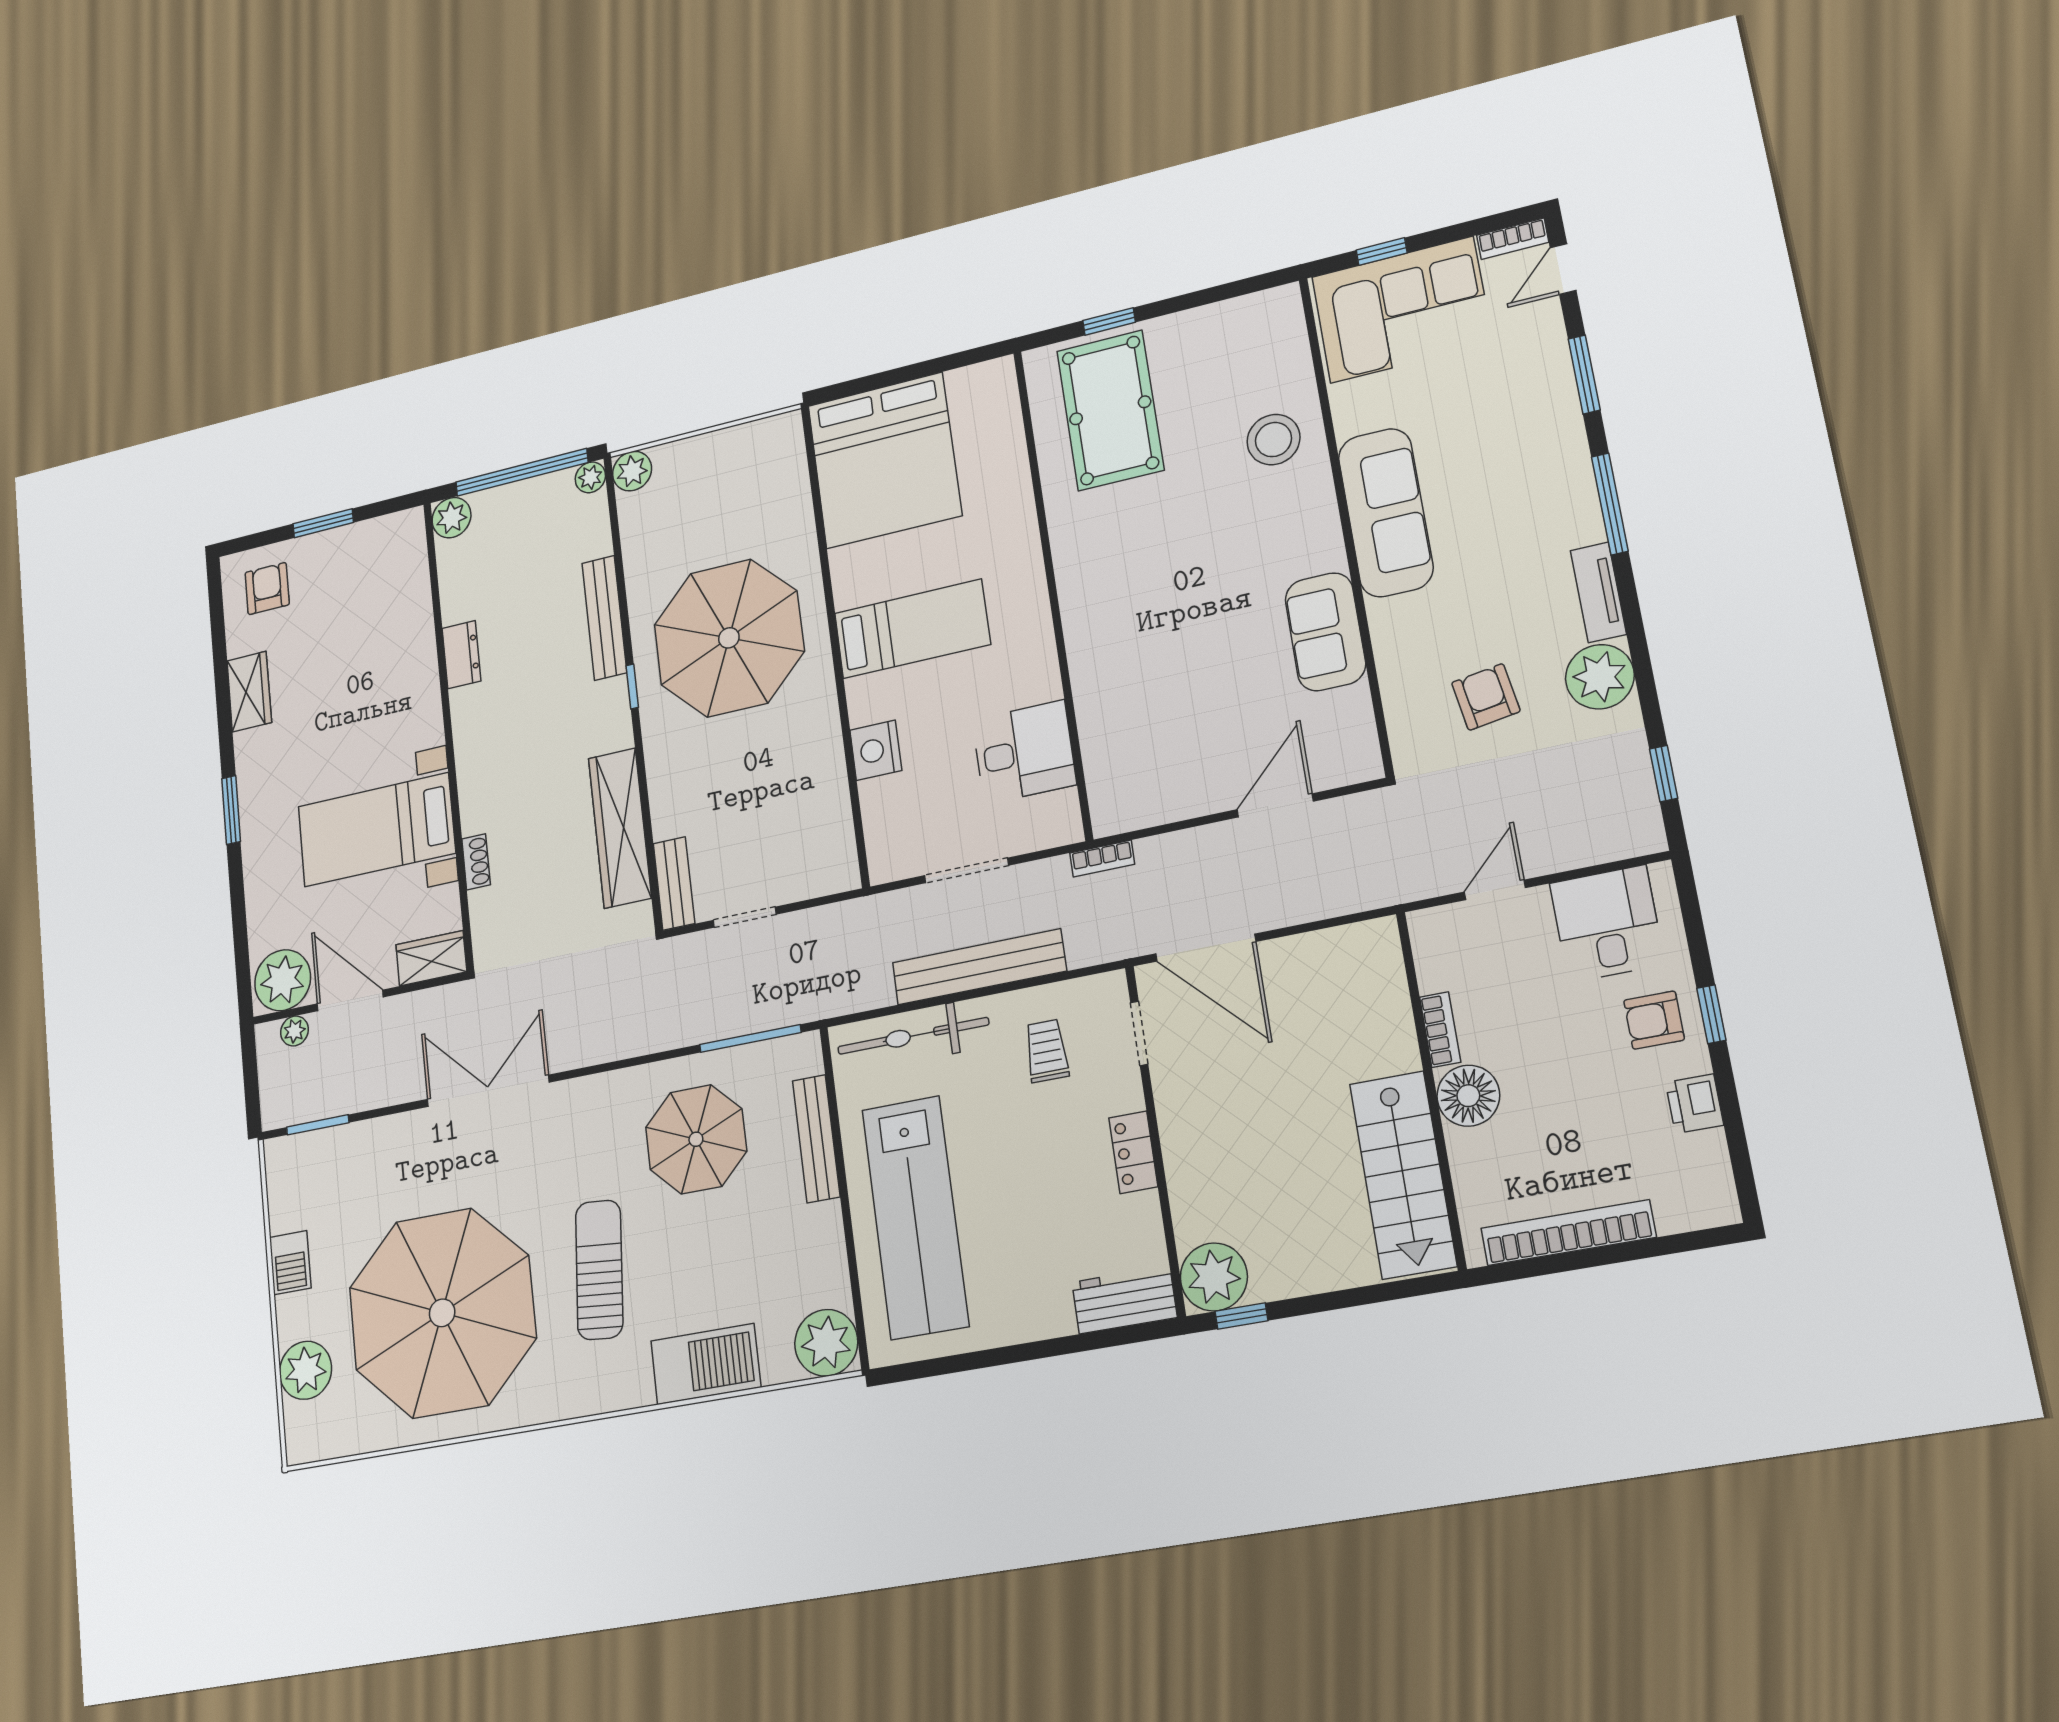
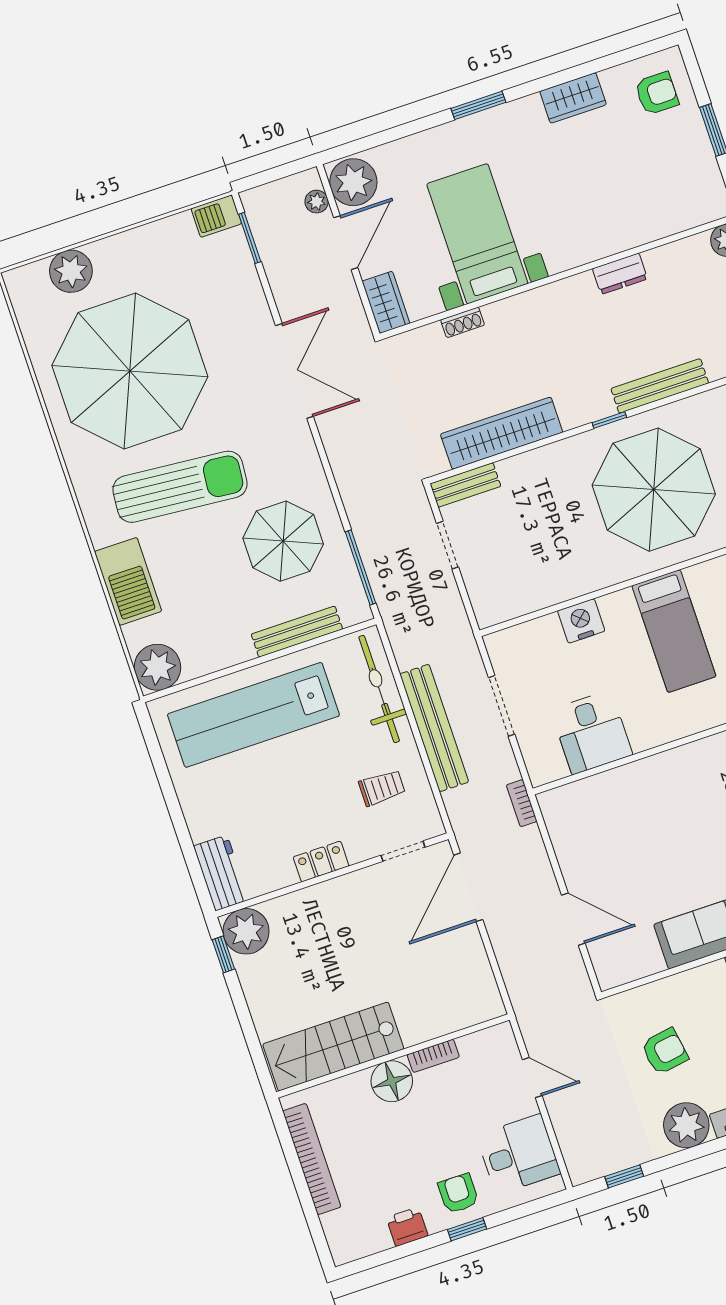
barbecue: (290, 1263) -> (216, 216), moved
sun lounger: (599, 1270) -> (180, 487), width x1.36, depth x1.34

